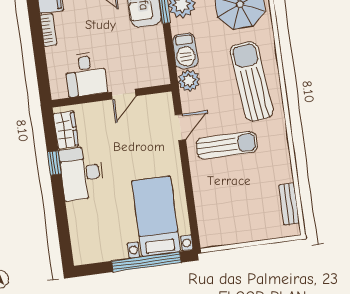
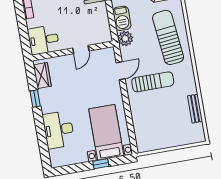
desk: (86, 74) -> (43, 40), moved, turned 90
desk: (82, 173) -> (59, 130), moved
bench: (289, 204) -> (195, 109), moved
window: (146, 262) -> (101, 164), width x0.32

